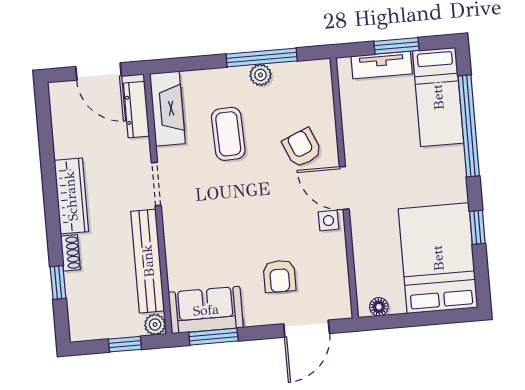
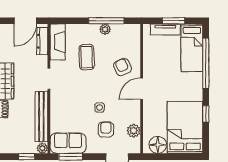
door: (99, 71) -> (25, 21), hinge flipped
door: (344, 188) -> (142, 89), hinge flipped
side table: (328, 221) -> (100, 108), moved
plant: (335, 274) -> (134, 131), added
armchair: (279, 276) -> (106, 130), turned 180
floor lamp: (379, 307) -> (158, 145), width x1.89, depth x1.89

